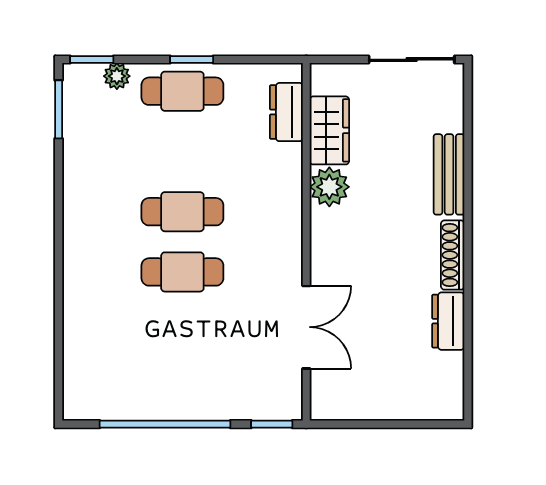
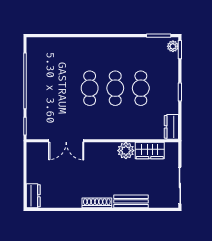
plant: (117, 76) -> (173, 46), moved
cafe table: (182, 91) -> (141, 88), moved
dresser: (286, 112) -> (171, 127), moved, turned -90
dresser: (448, 321) -> (33, 196), moved, turned 90

